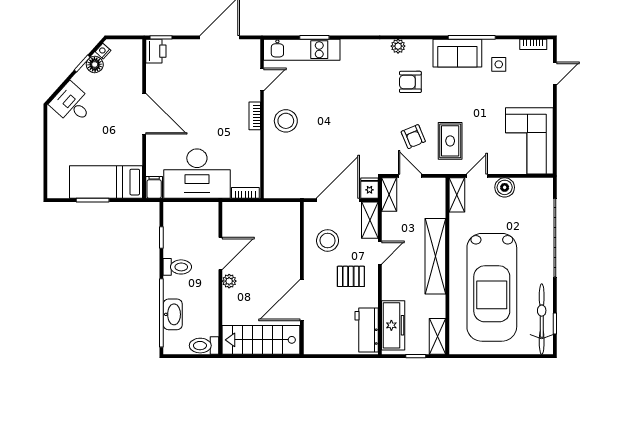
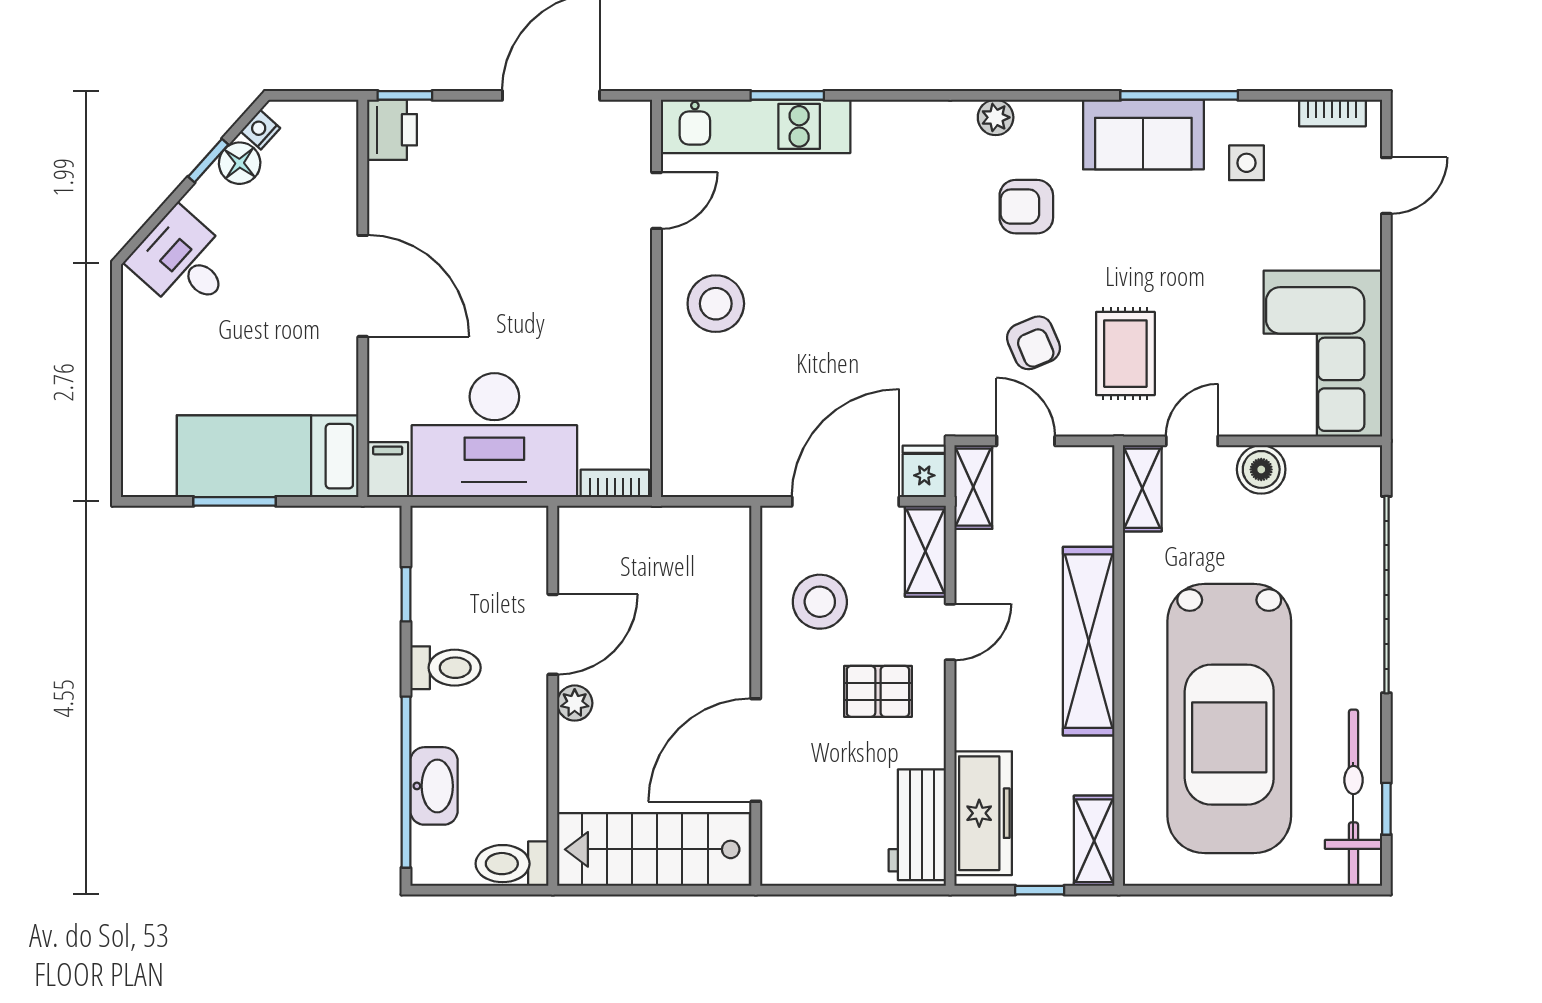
bookcase: (255, 116) -> (638, 291), removed

